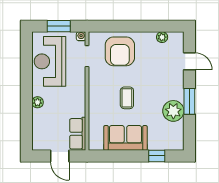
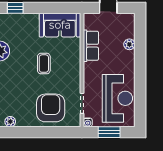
plant: (38, 102) -> (129, 44), moved
row of seats: (78, 134) -> (91, 46), moved
sofa: (125, 138) -> (60, 25), moved

